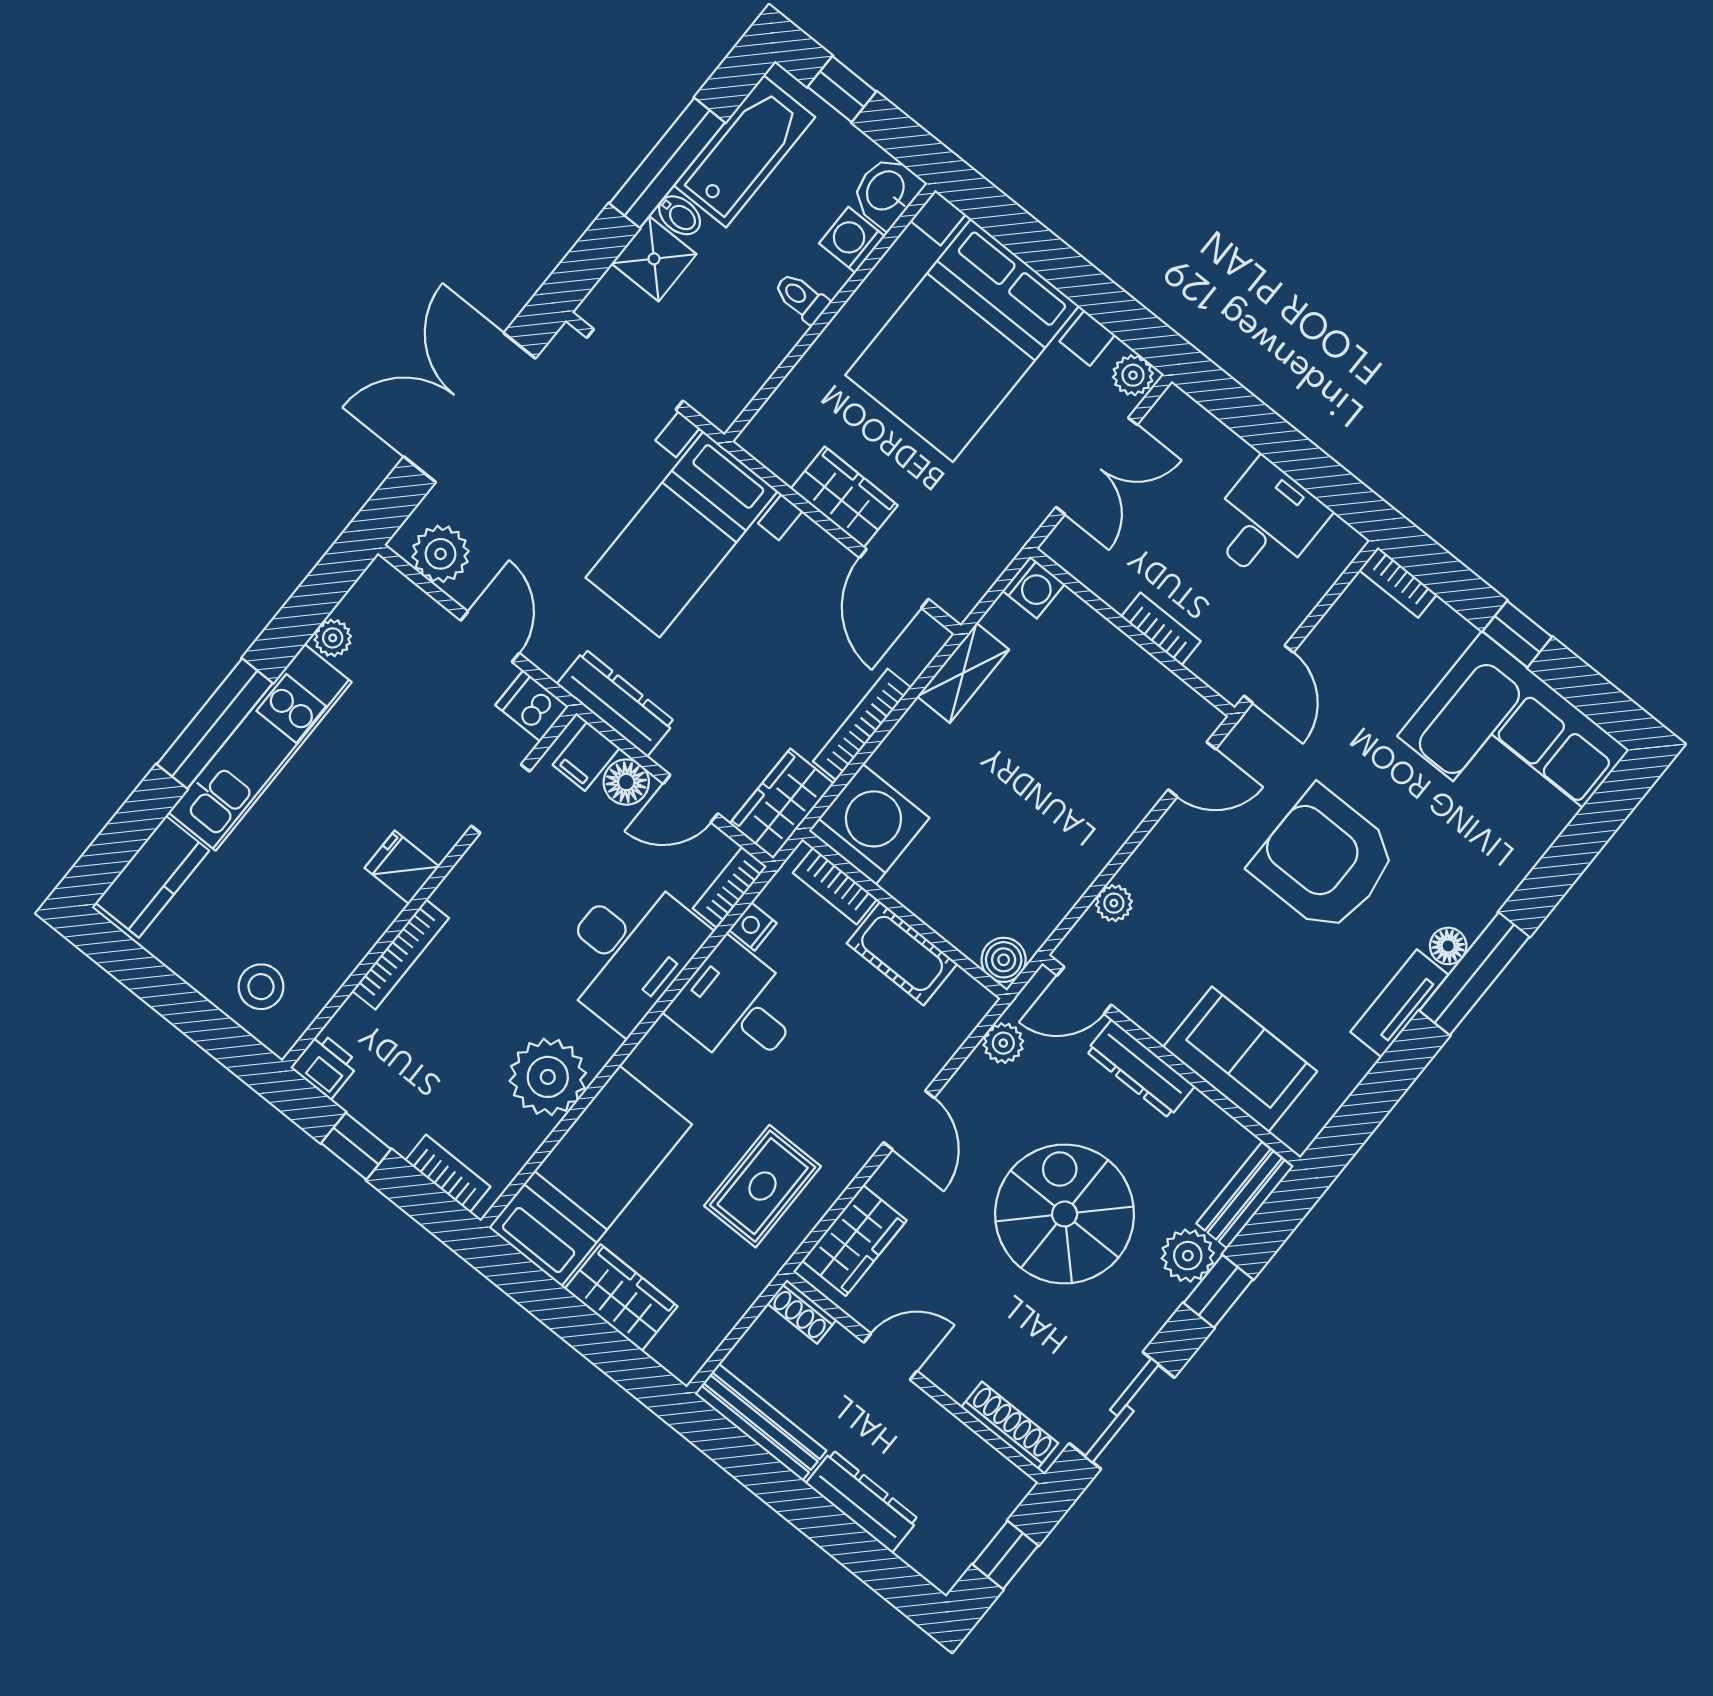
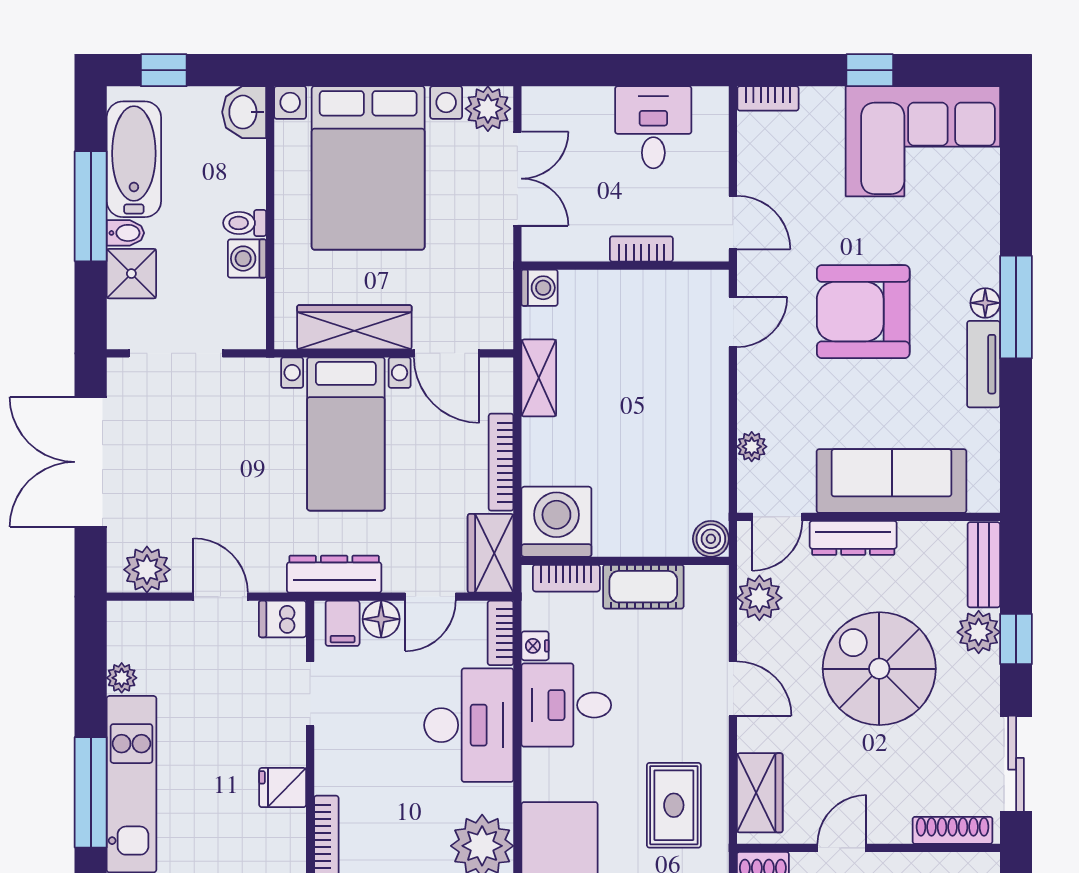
washing machine: (852, 240) -> (247, 259), moved
plant: (1133, 375) -> (488, 109), width x1.38, depth x1.38
wardrobe: (844, 497) -> (354, 327), width x1.50
bed with nightstands: (682, 534) -> (346, 434), moved
plant: (1003, 1043) -> (759, 598), width x1.38, depth x1.38
sofa: (1240, 1059) -> (892, 481), width x1.36

